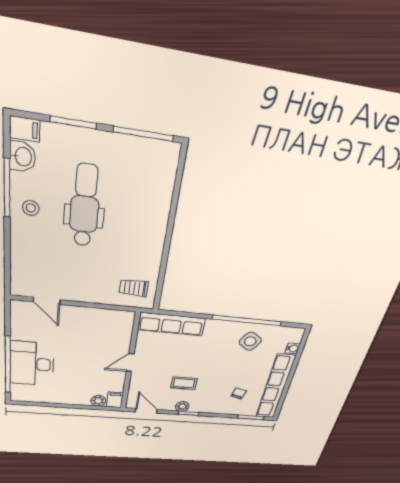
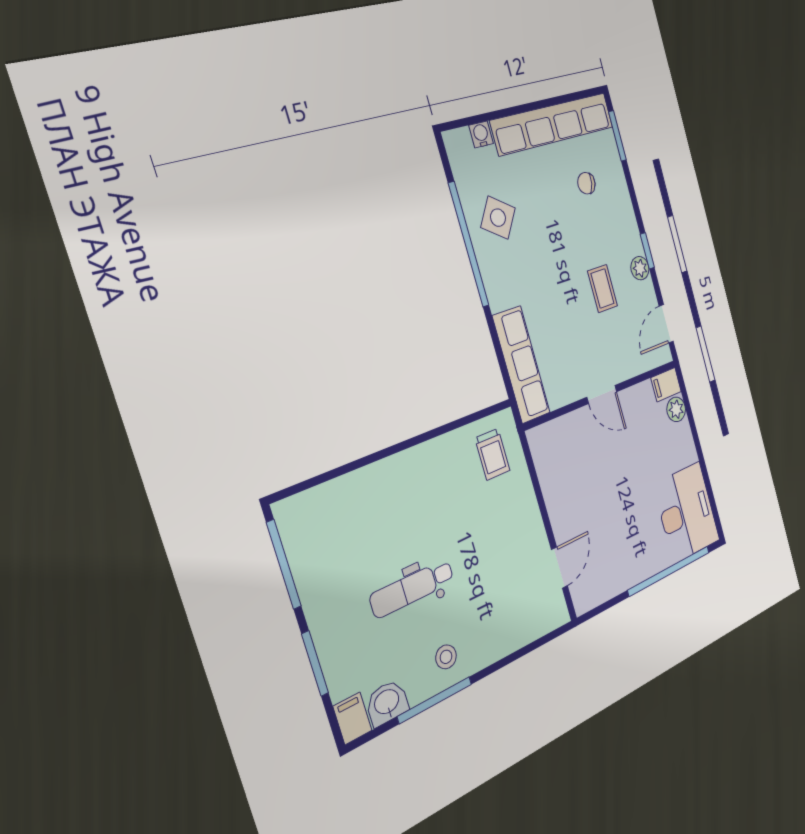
dental chair: (85, 206) -> (412, 588), width x0.73, depth x0.72
desk: (32, 364) -> (687, 512), moved, turned -90

